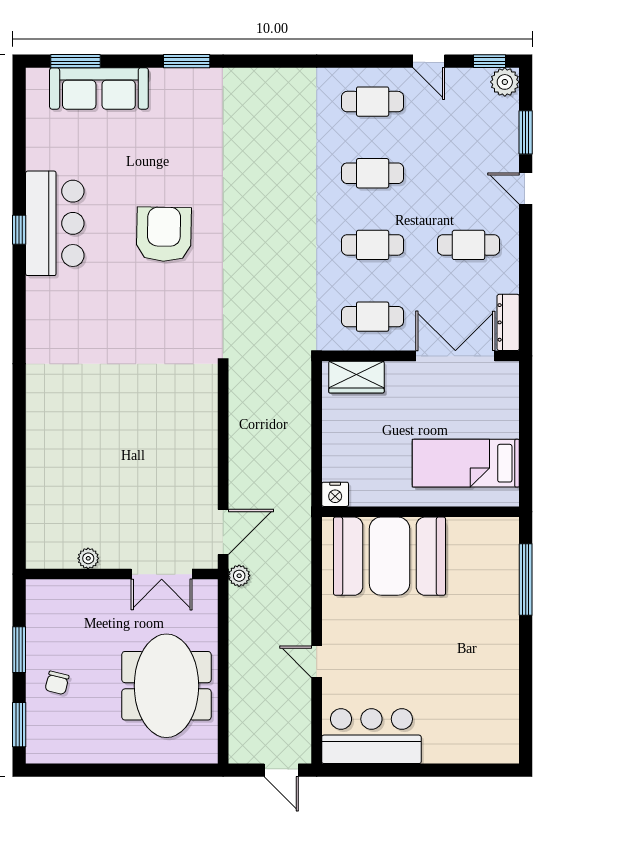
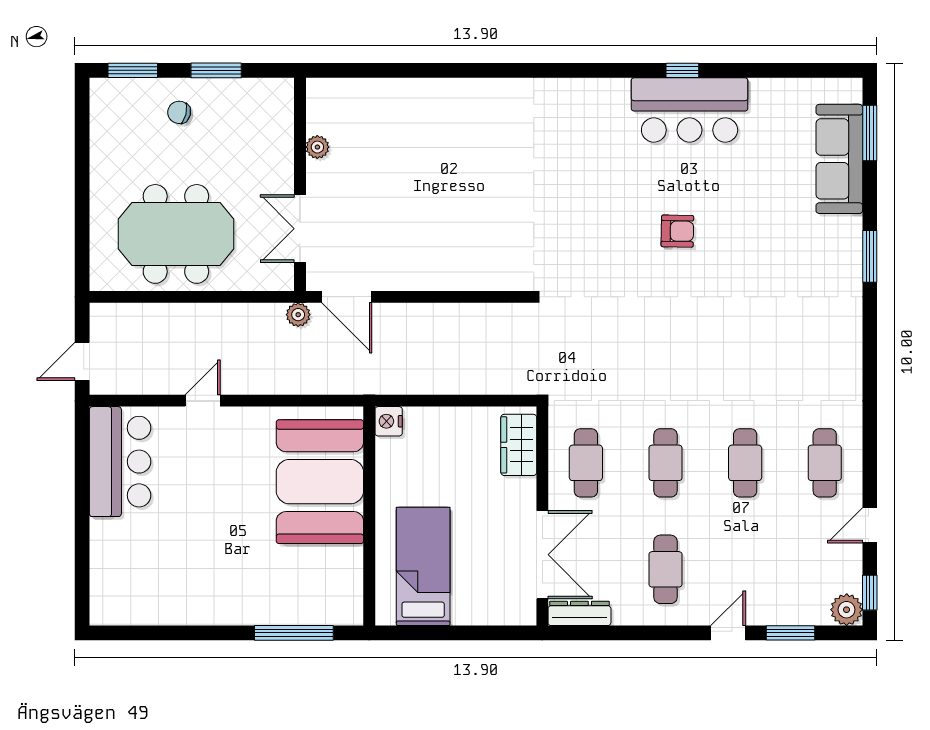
armchair: (164, 234) -> (677, 231), width x0.53, depth x0.53

